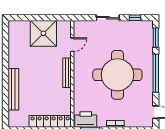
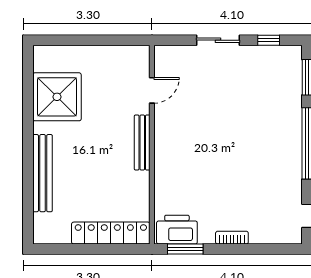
shower: (43, 33) -> (57, 97), moved
round table: (117, 75) -> (236, 146), removed

